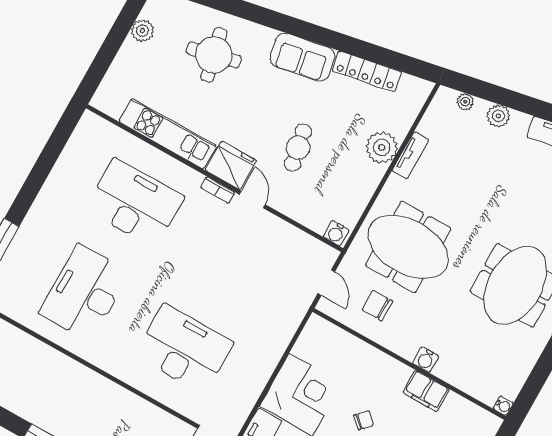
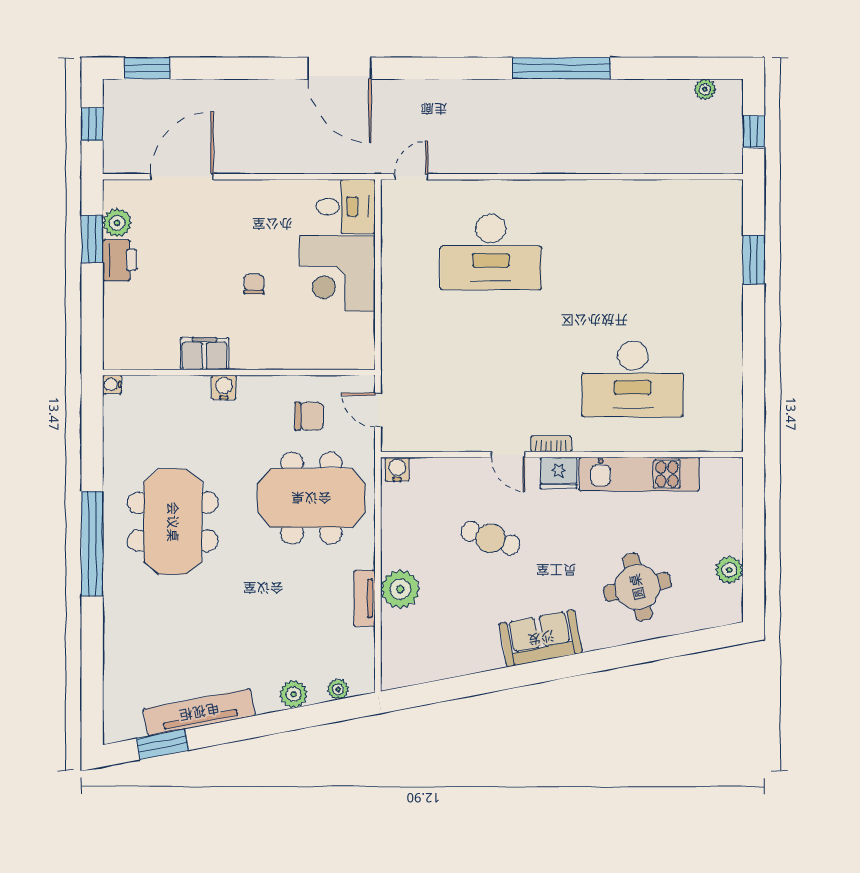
locker: (367, 71) -> (463, 662), removed
cafe table: (298, 148) -> (490, 538), turned -60
fridge: (231, 165) -> (559, 473), width x0.73, depth x0.75
desk: (84, 293) -> (633, 252), removed
chair: (364, 420) -> (254, 284), turned 137

